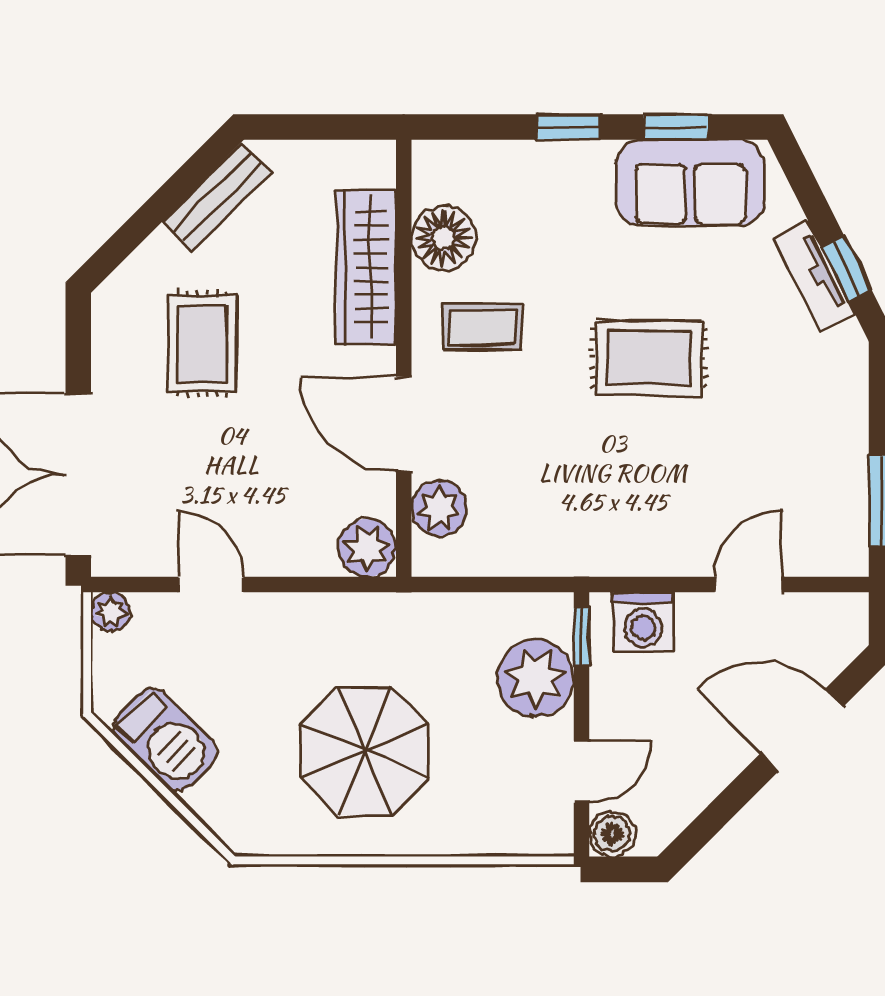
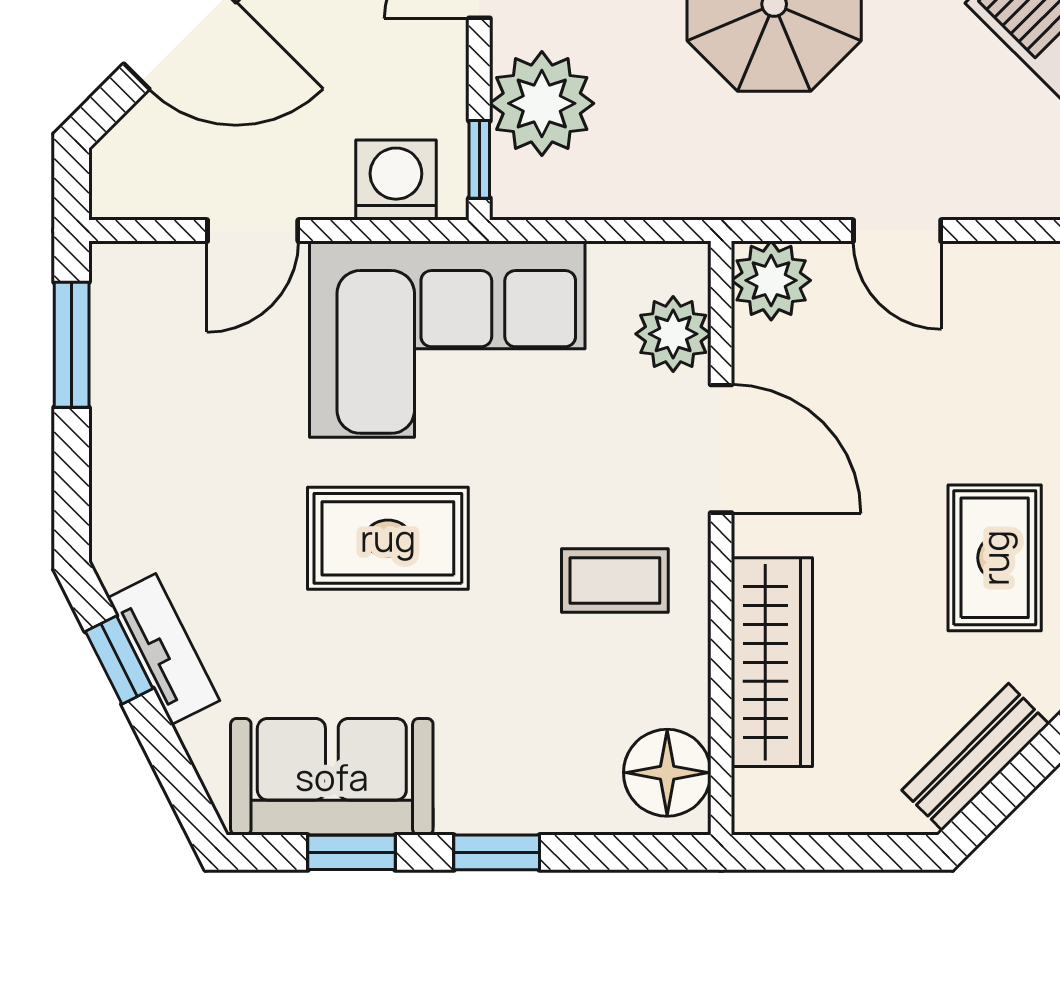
floor lamp: (443, 238) -> (667, 773), moved
corner sofa: (605, 505) -> (447, 339), added
door: (211, 585) -> (897, 231), moved

